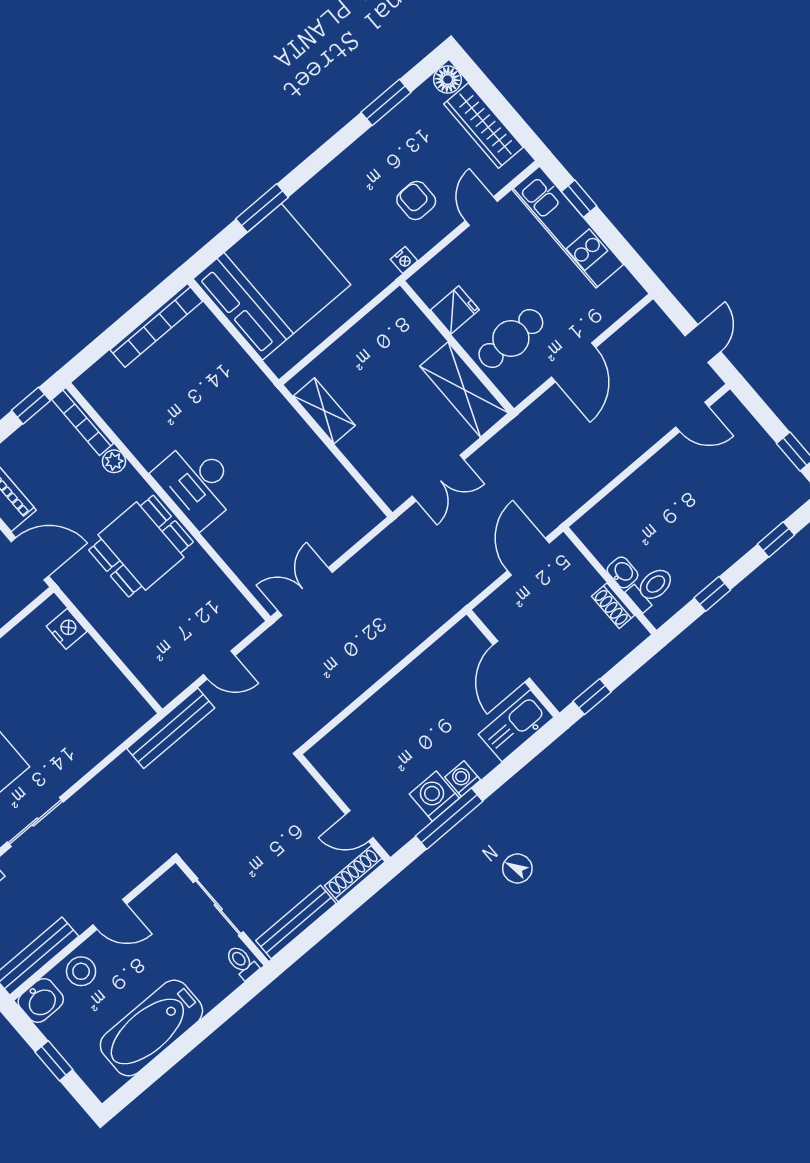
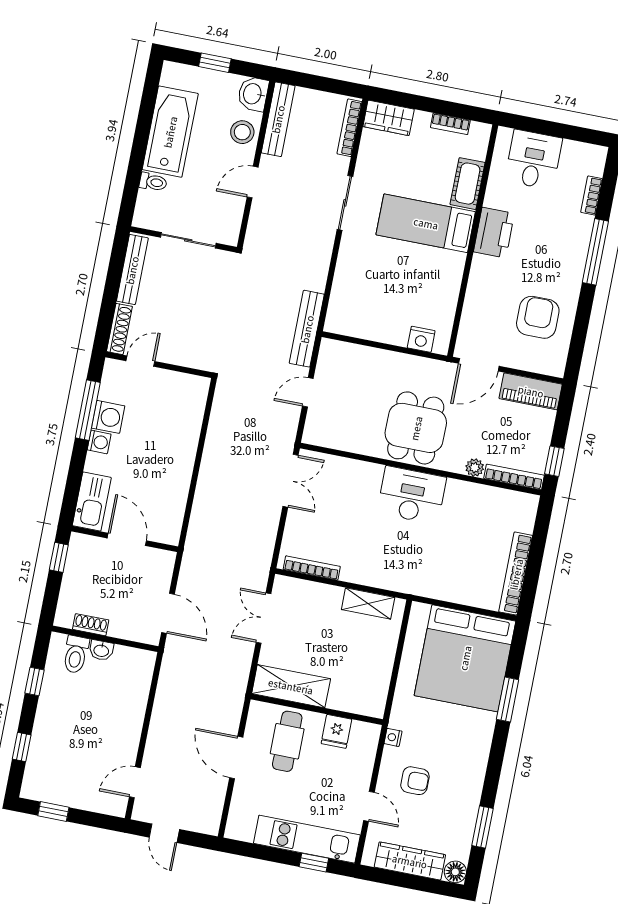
bookcase: (352, 490) -> (312, 568), added
toilet: (242, 962) -> (153, 182), moved

